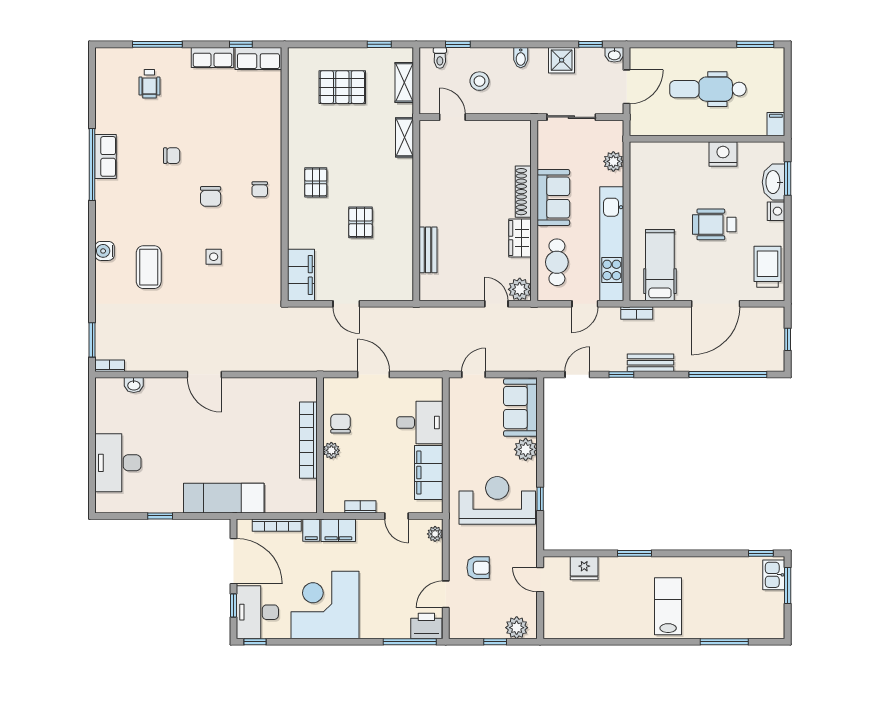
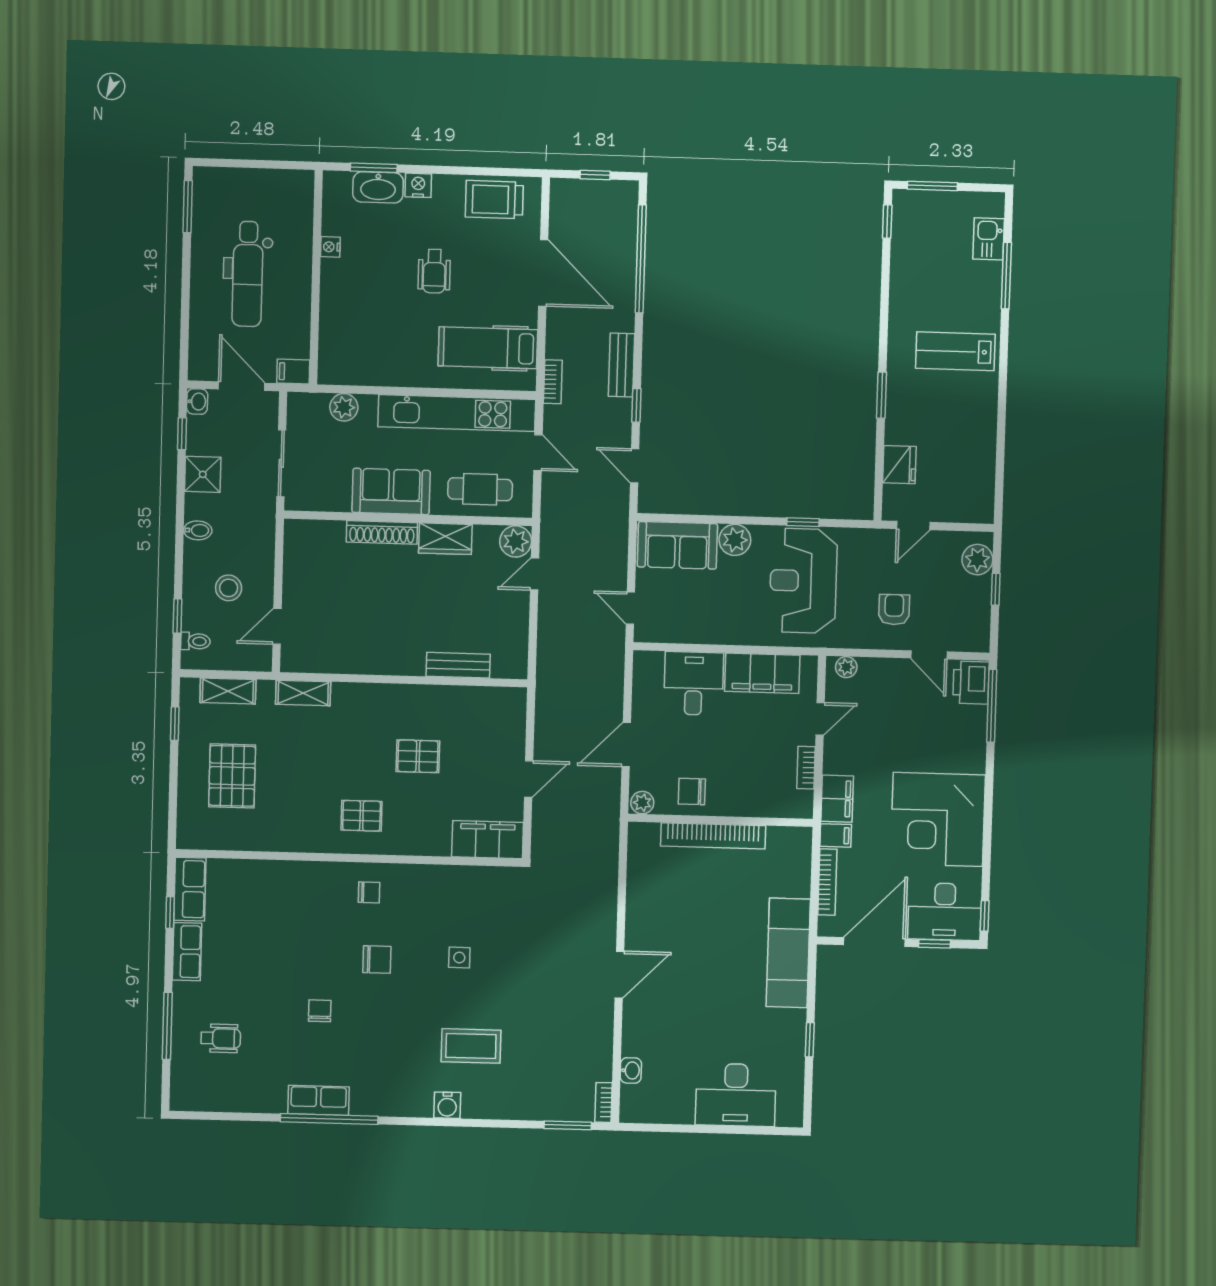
filing cabinet: (776, 124) -> (293, 372), moved
nightstand: (723, 154) -> (330, 247), width x0.53, depth x0.56
wheelchair: (714, 224) -> (434, 271), width x0.73, depth x0.73
plant: (331, 450) -> (642, 803), moved
kitchen sink: (774, 575) -> (989, 239), moved, turned 90

